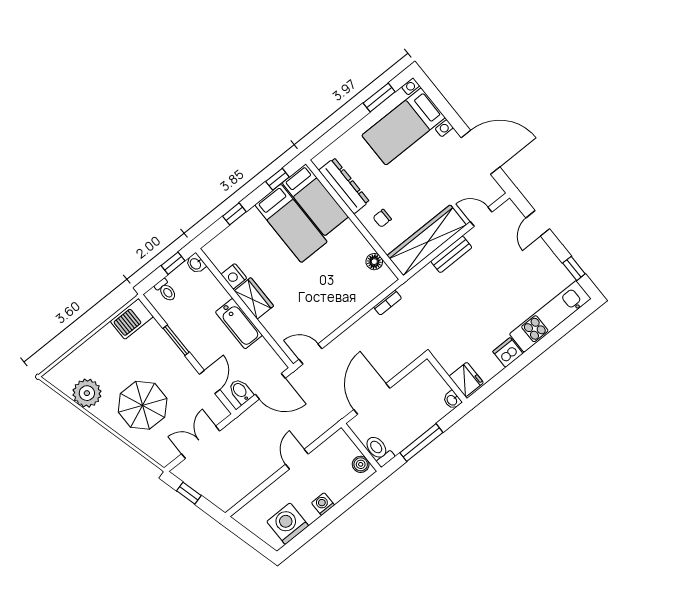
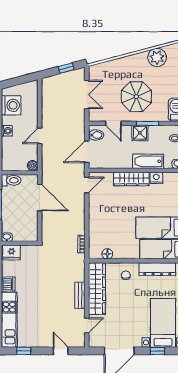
window: (443, 106) -> (157, 351), added
wardrobe: (254, 298) -> (131, 179), width x1.50
bathtub: (239, 324) -> (148, 161), moved
shower: (195, 340) -> (140, 133), added
parasol: (143, 405) -> (136, 97), moved
door: (297, 459) -> (40, 136), swing flipped
boiler: (361, 464) -> (33, 166), moved

